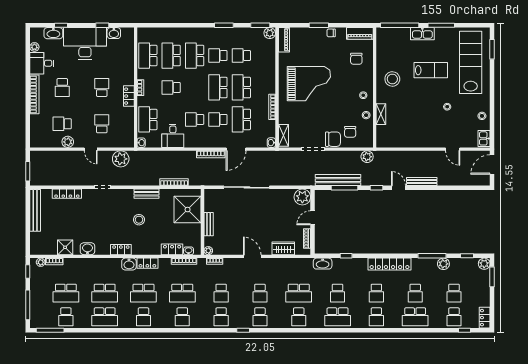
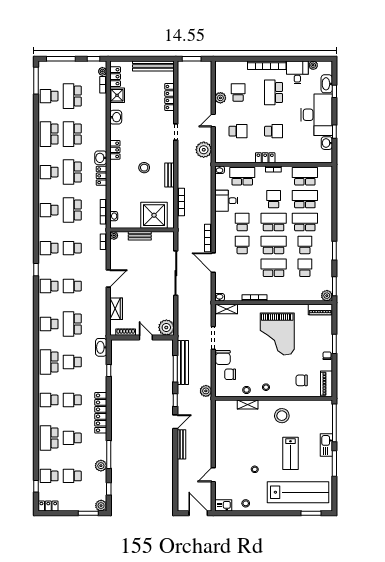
school desk: (62, 87) -> (274, 92), width x1.85
school desk: (241, 119) -> (274, 222), moved
locker: (172, 249) -> (115, 77), moved

